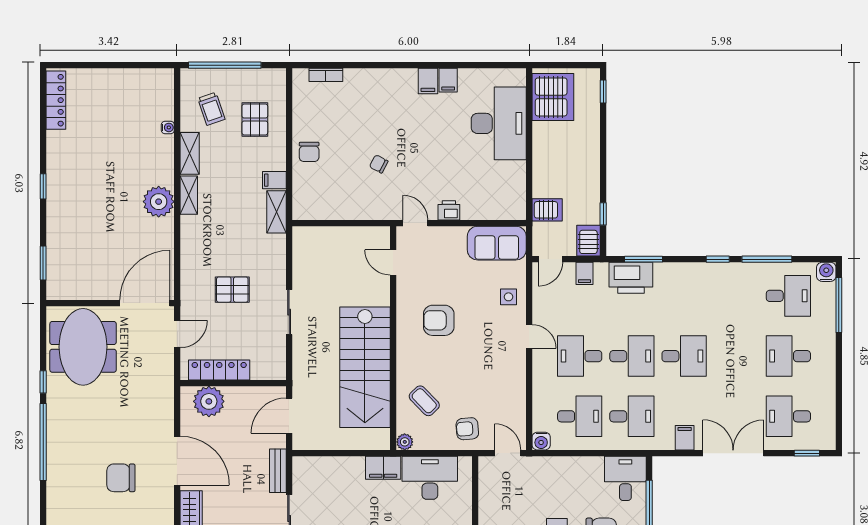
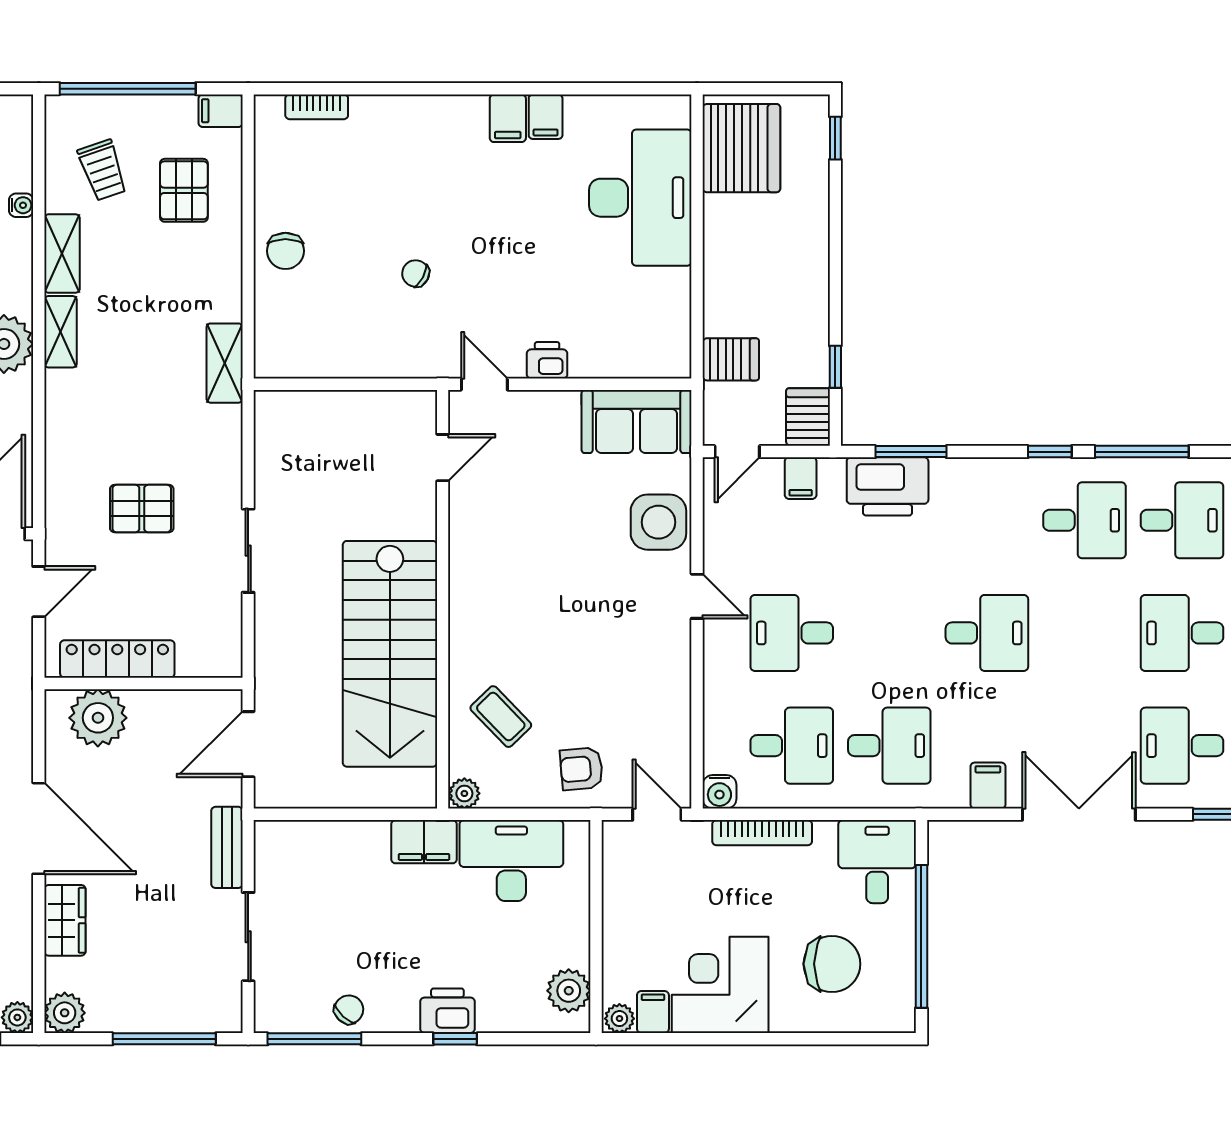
filing cabinet: (274, 180) -> (221, 111), moved
door: (393, 262) -> (443, 458), swing flipped
side table: (508, 297) -> (658, 522), width x1.87, depth x1.87
armchair: (439, 320) -> (528, 566), removed
desk: (632, 356) -> (1084, 520), moved
bookcase: (564, 463) -> (762, 833), added

